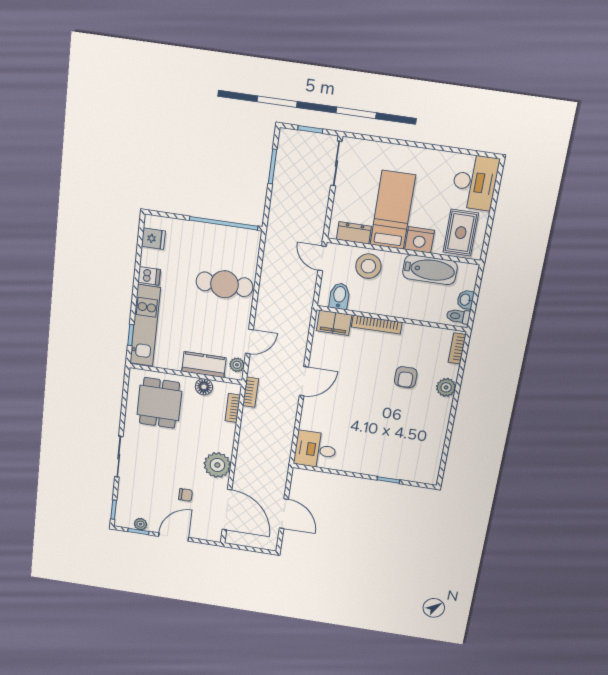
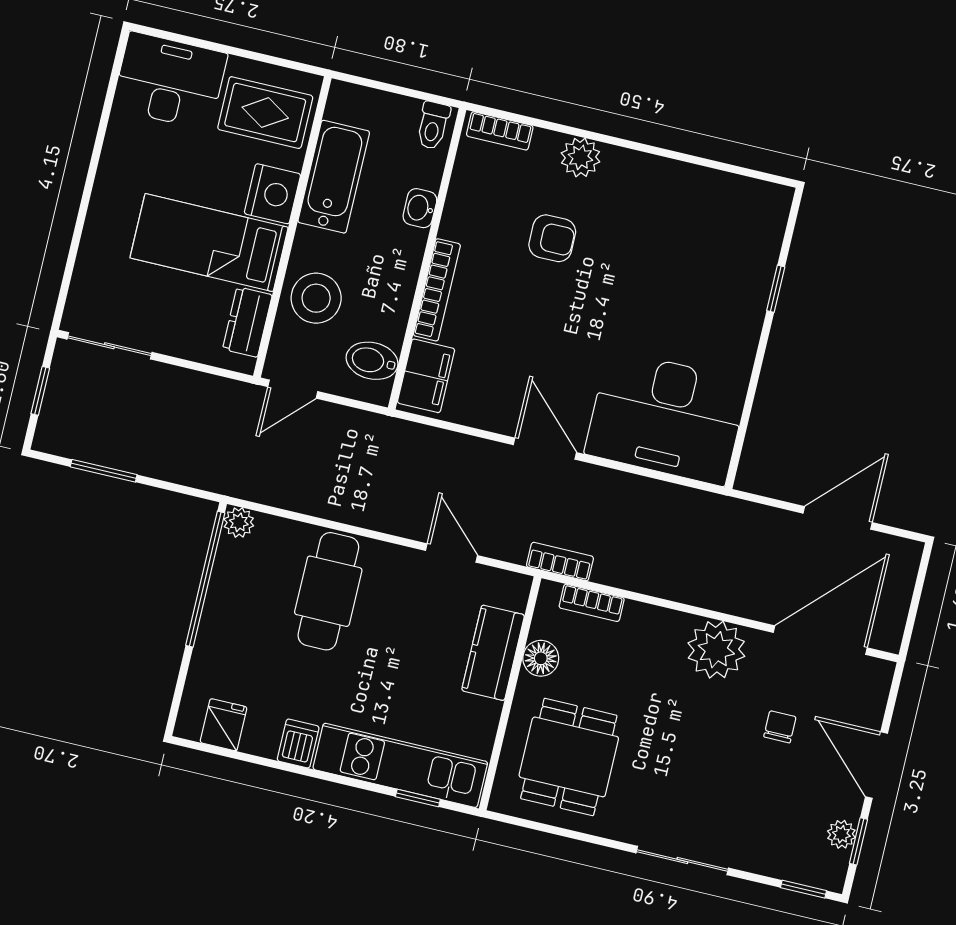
washbasin: (465, 300) -> (420, 208), moved, turned 90
plant: (237, 365) -> (239, 522), moved
dining table: (159, 403) -> (569, 757), turned 90
desk: (315, 450) -> (667, 418), width x1.87, depth x1.30

